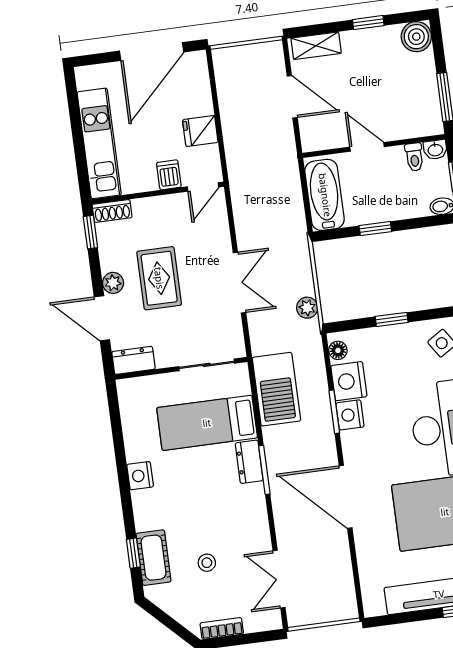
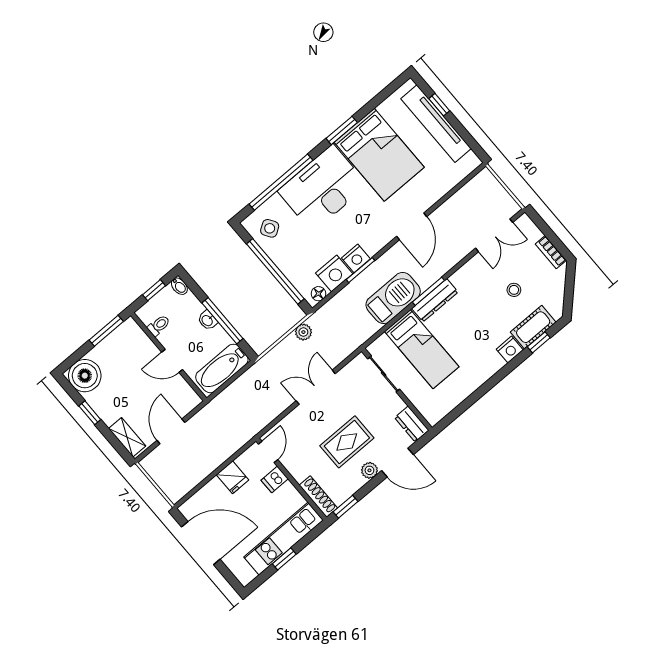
boiler: (416, 37) -> (85, 376), width x1.37, depth x1.37
window: (77, 130) -> (284, 559), added
door: (367, 147) -> (172, 361), hinge flipped
washbasin: (435, 150) -> (207, 320), moved, turned 180
door: (203, 187) -> (268, 452), hinge flipped
shoe rack: (112, 211) -> (318, 497), width x1.43
window: (375, 229) -> (222, 321), width x2.17
door: (102, 318) -> (397, 463), hinge flipped
window: (392, 319) -> (275, 271), width x3.17
barbecue: (276, 389) -> (393, 298), moved
dresser: (249, 462) -> (435, 300), width x1.44
nightstand: (140, 476) -> (510, 350), moved
door: (346, 497) -> (412, 226), width x0.73

